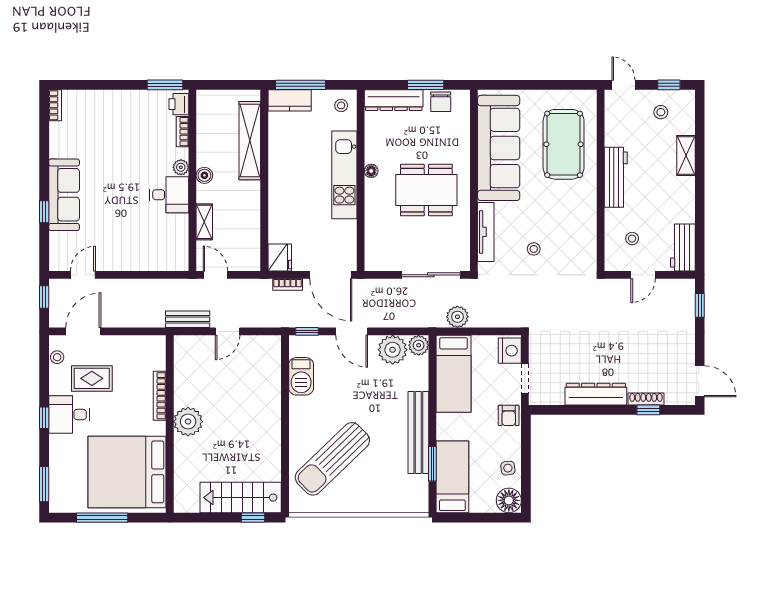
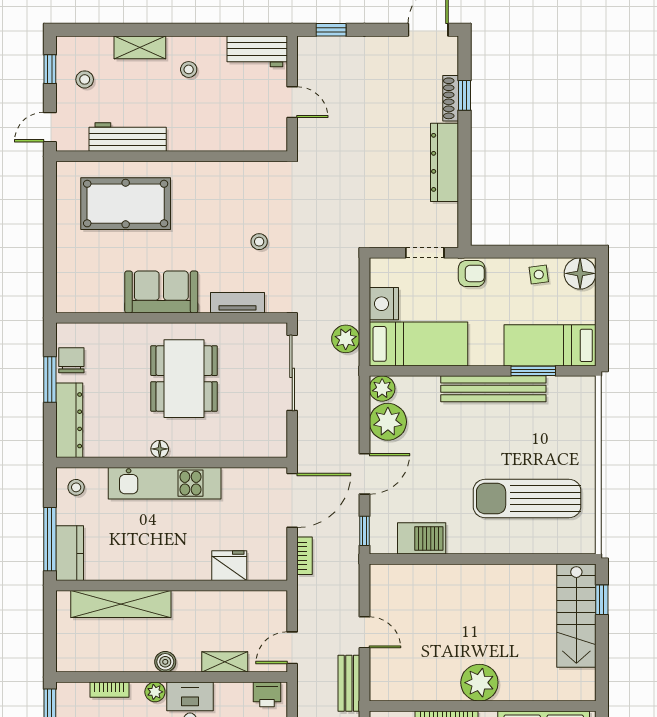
chair: (441, 102) -> (71, 360), turned -90
printer: (179, 104) -> (267, 694), moved
sofa: (499, 148) -> (161, 292), width x0.54, depth x0.79
workbench: (616, 177) -> (128, 137), moved
tv unit: (486, 232) -> (237, 303), width x0.71
stool: (632, 239) -> (189, 69), moved
fridge: (280, 257) -> (229, 566), moved
nightstand: (510, 351) -> (384, 304), moved, turned -90
sun lounger: (332, 459) -> (527, 499), turned 134

